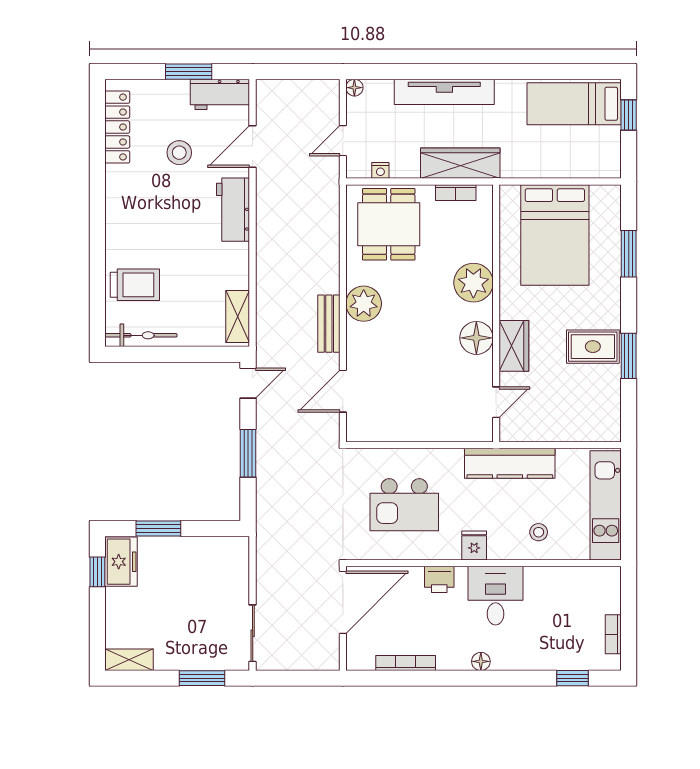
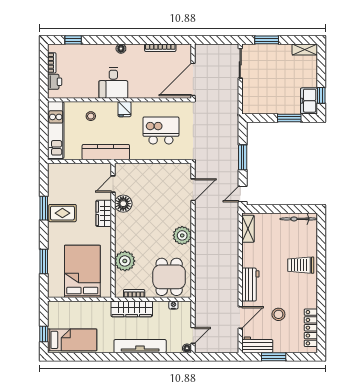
door: (343, 141) -> (193, 335), moved
plant: (473, 283) -> (125, 261), moved
trolley: (135, 285) -> (301, 265), moved
bench: (329, 324) -> (200, 225), removed
floor lamp: (476, 338) -> (123, 204), moved
printer: (439, 579) -> (55, 82), moved, turned 90

